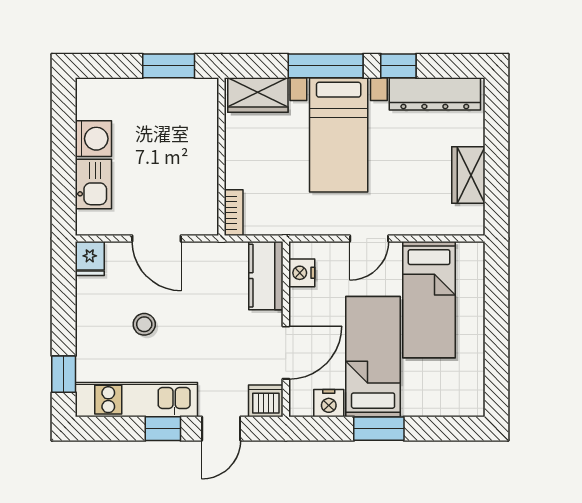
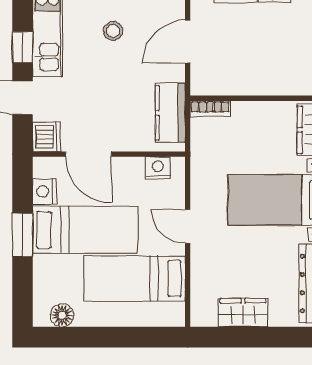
kitchen counter: (266, 276) -> (170, 113), moved, turned -90
floor lamp: (471, 383) -> (62, 315), added

